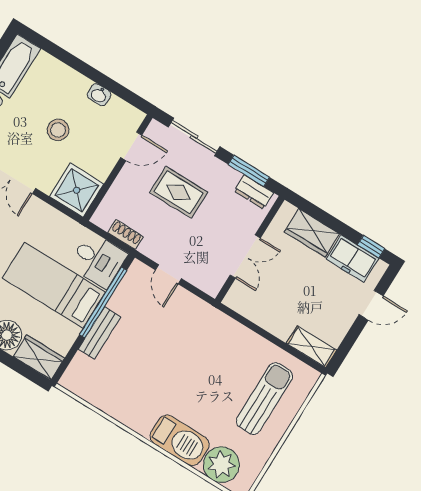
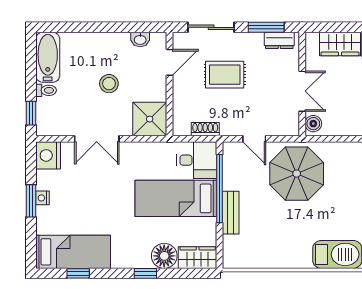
washbasin: (99, 95) -> (140, 39), moved
boiler: (236, 296) -> (313, 124), added
parasol: (189, 335) -> (297, 174), added

